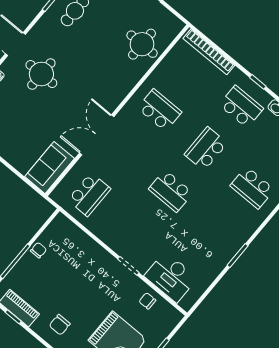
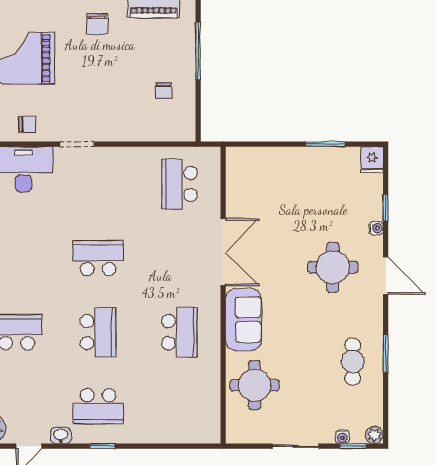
bookcase: (209, 52) -> (179, 435), removed
school desk: (160, 110) -> (179, 332), turned -90
sofa: (50, 168) -> (243, 320), moved
chair: (39, 250) -> (164, 91), moved
chair: (60, 325) -> (97, 24), turned 180

